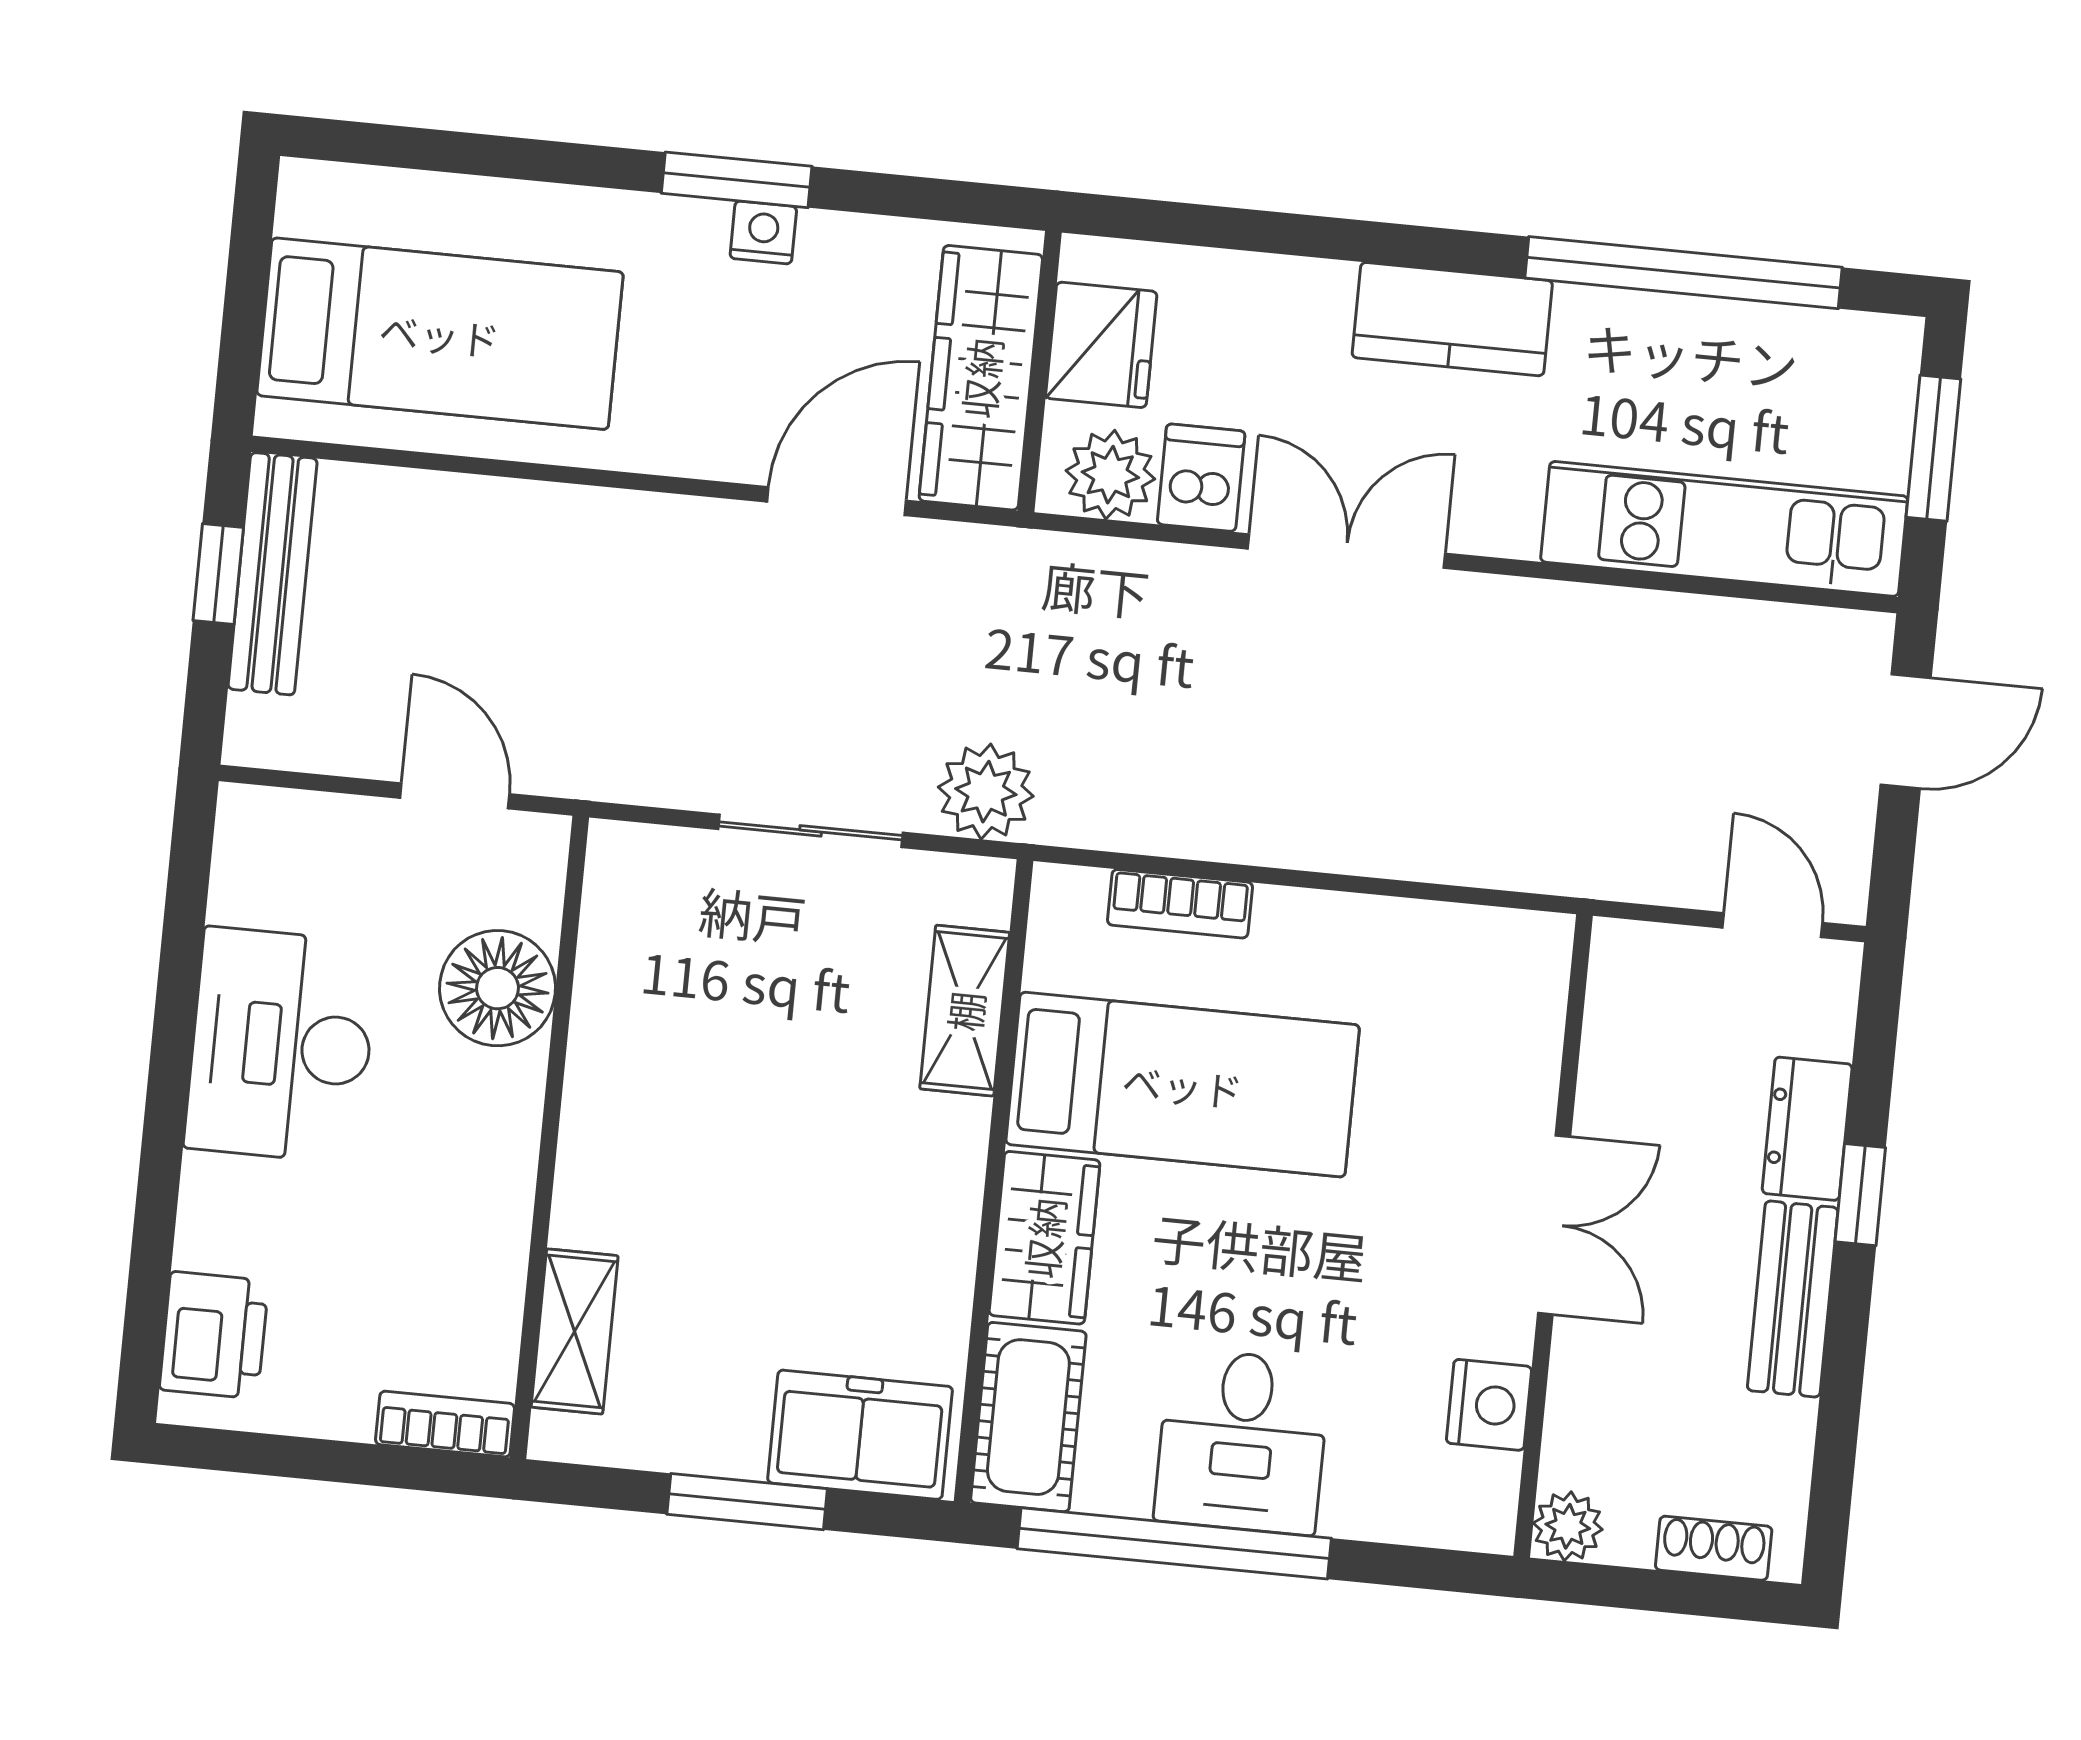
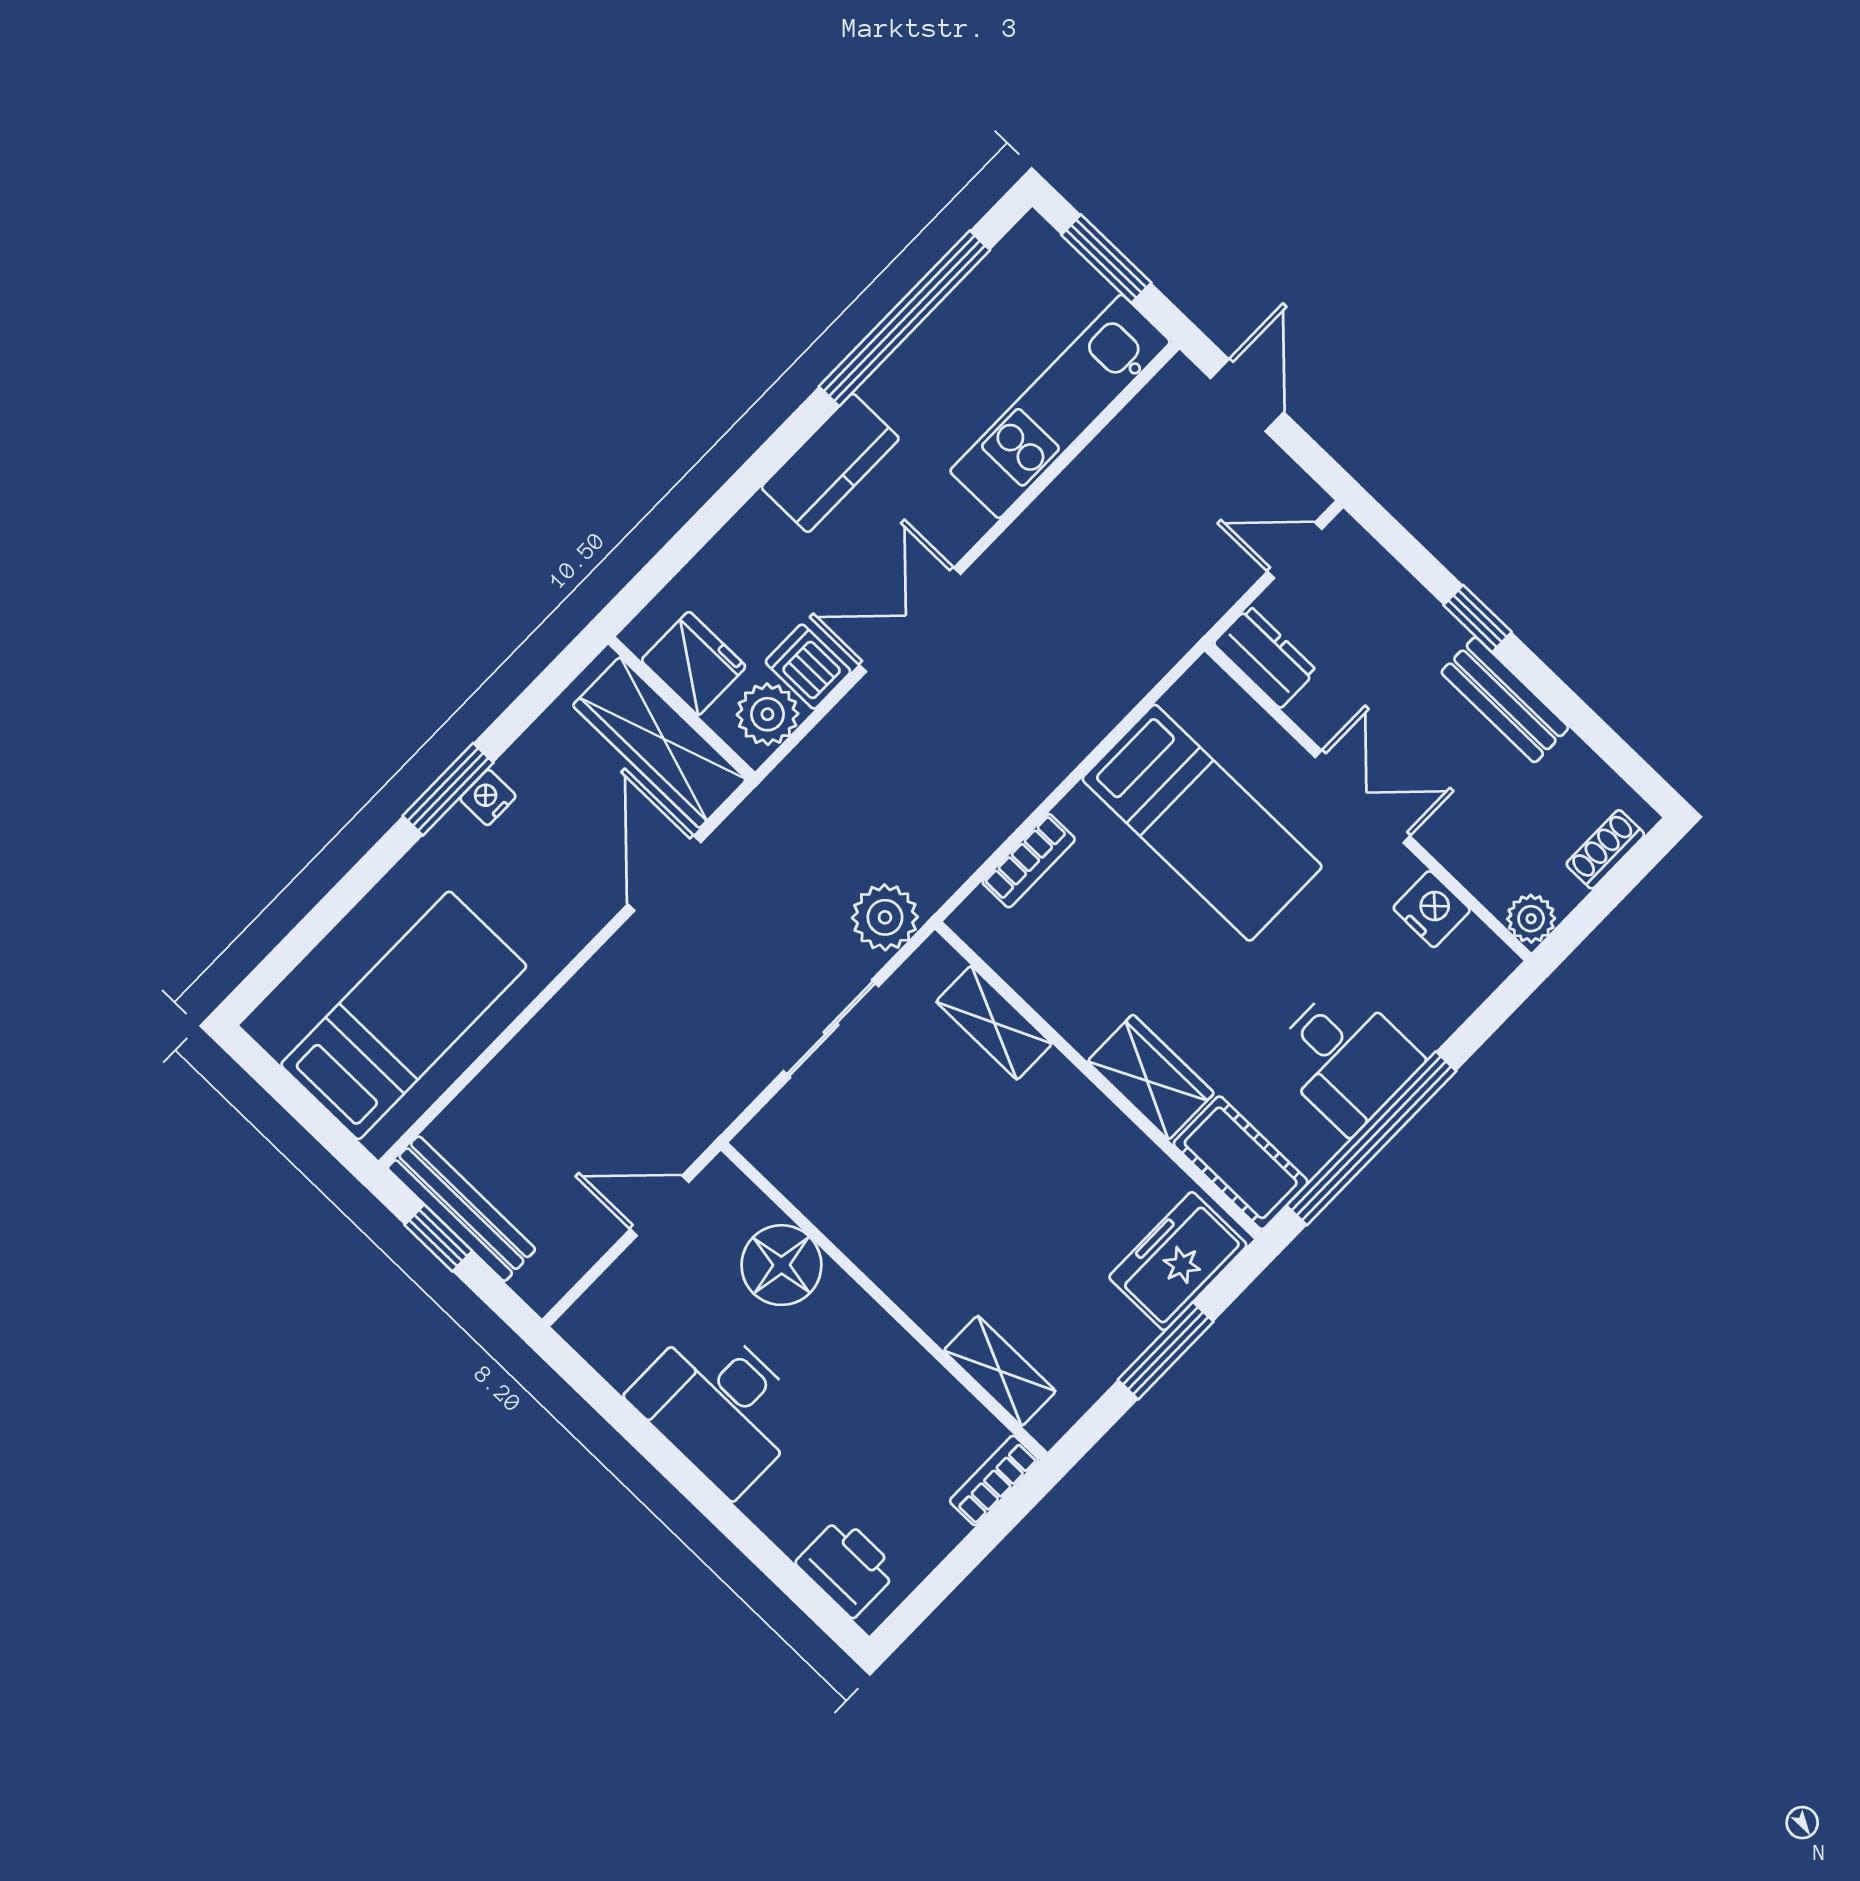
bed: (1183, 1085) -> (1202, 823), moved, turned 90
dresser: (1807, 1129) -> (1265, 657), moved, turned 180

